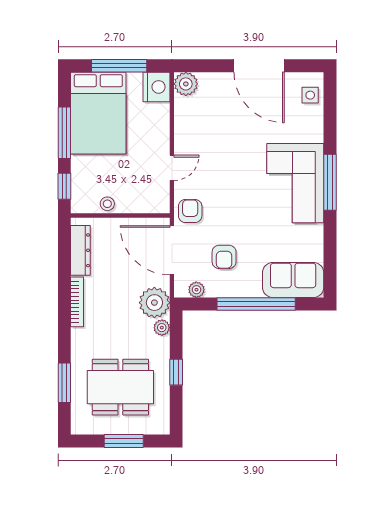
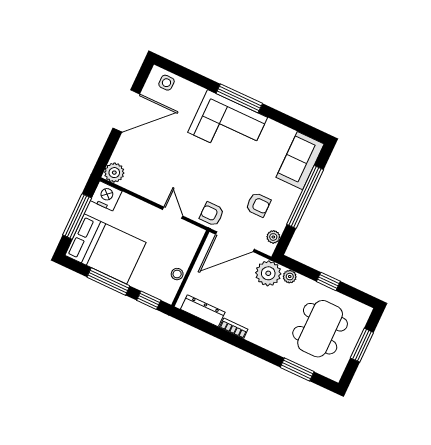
bookcase: (77, 302) -> (234, 328), width x0.64

